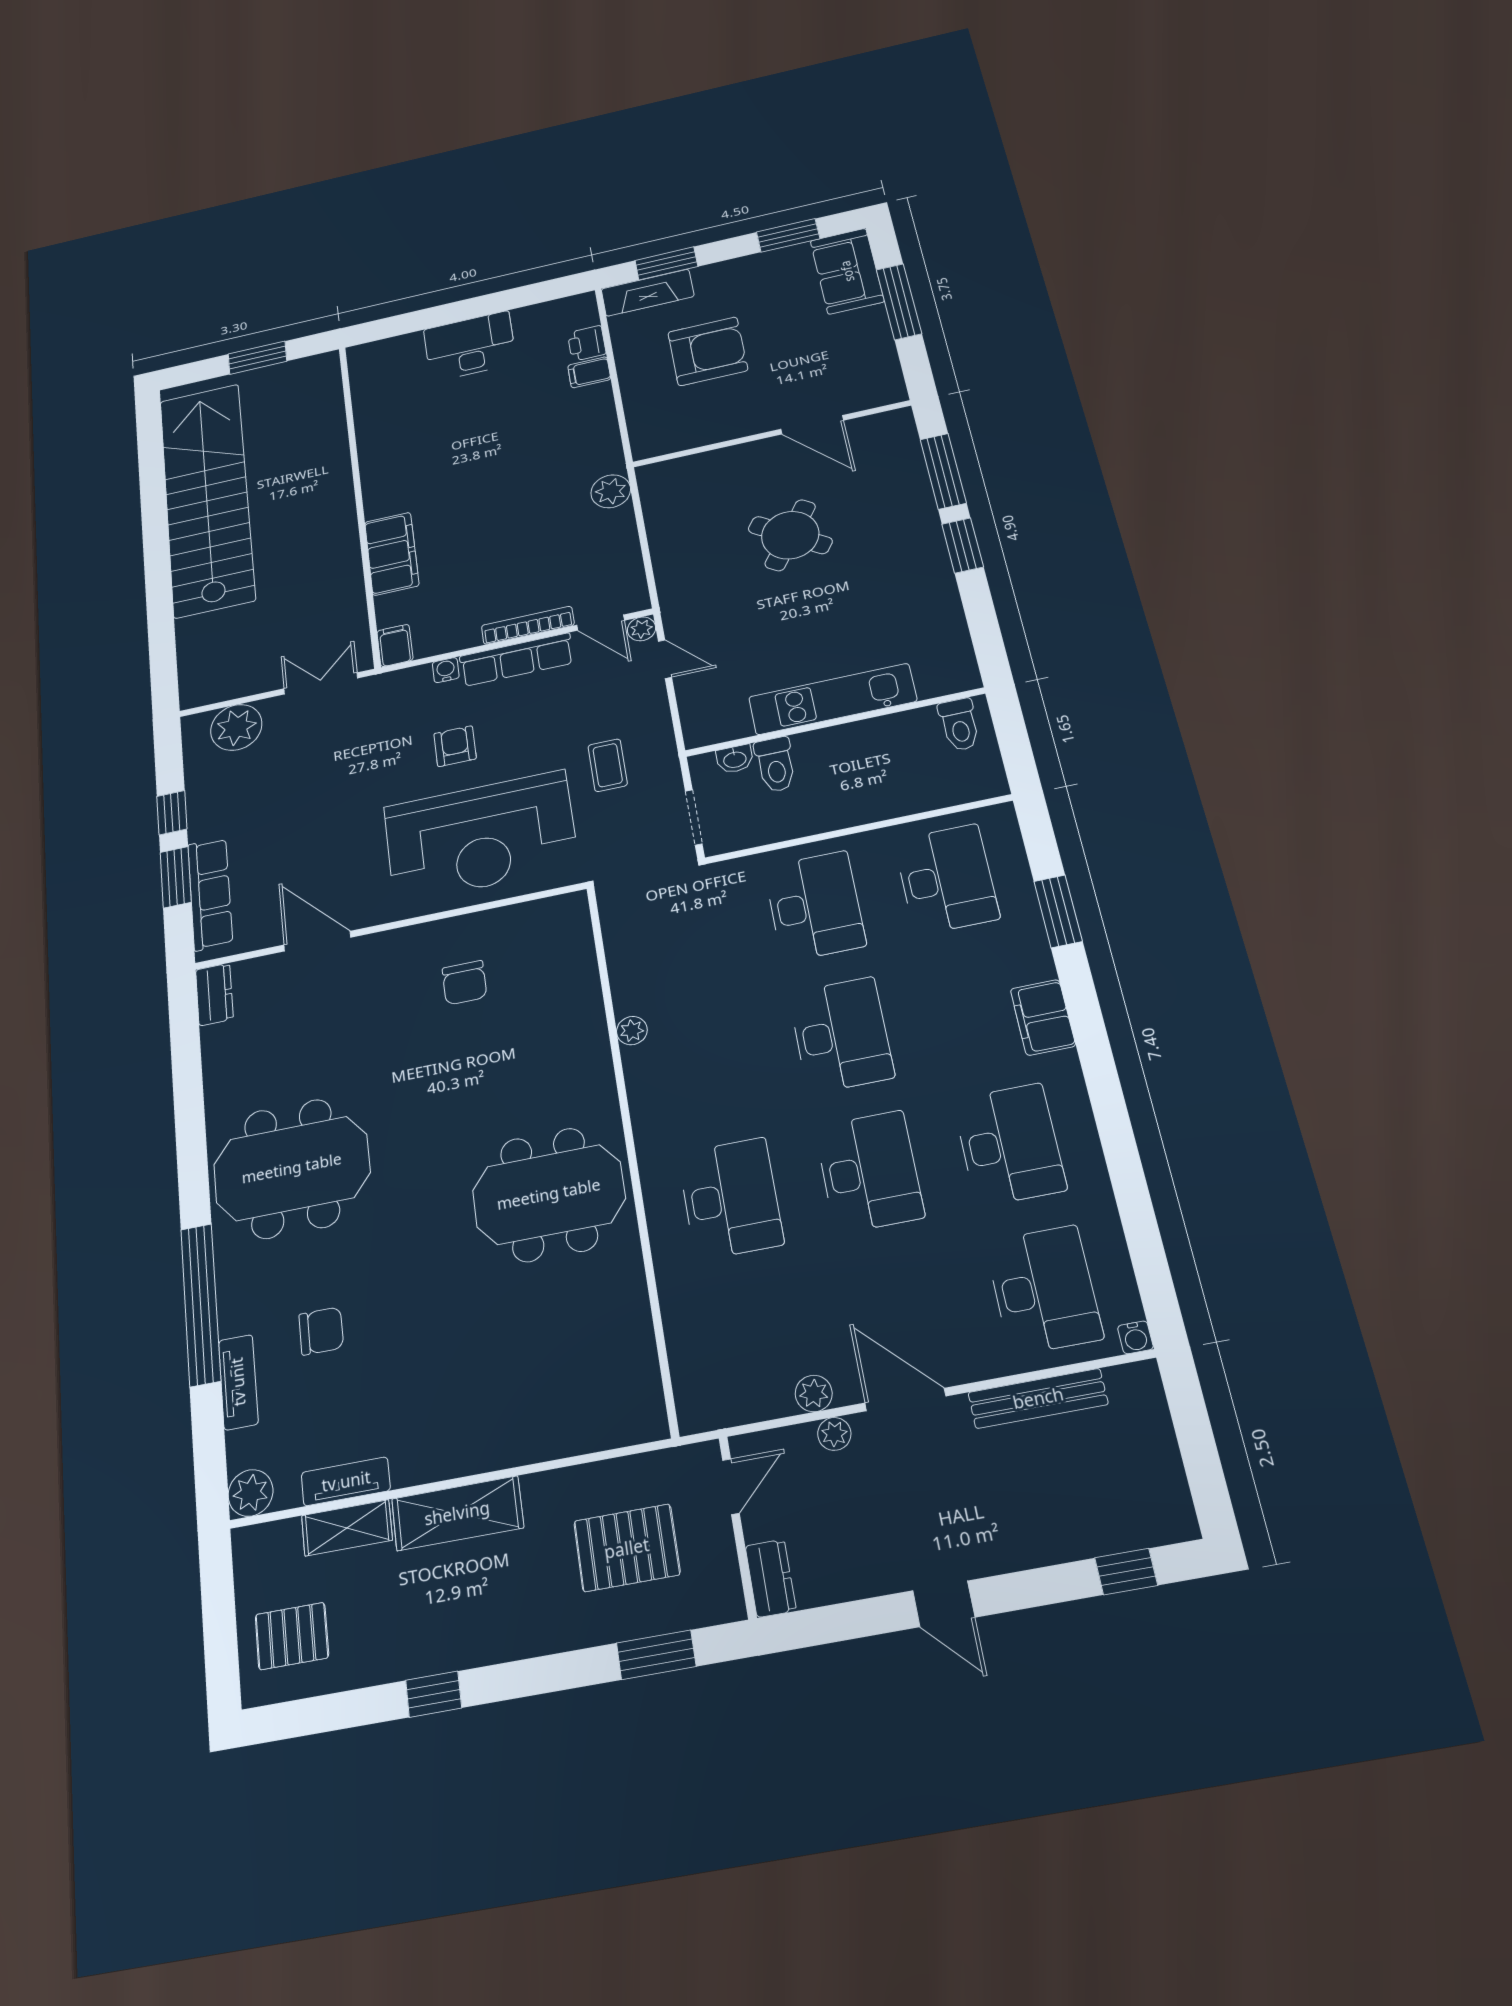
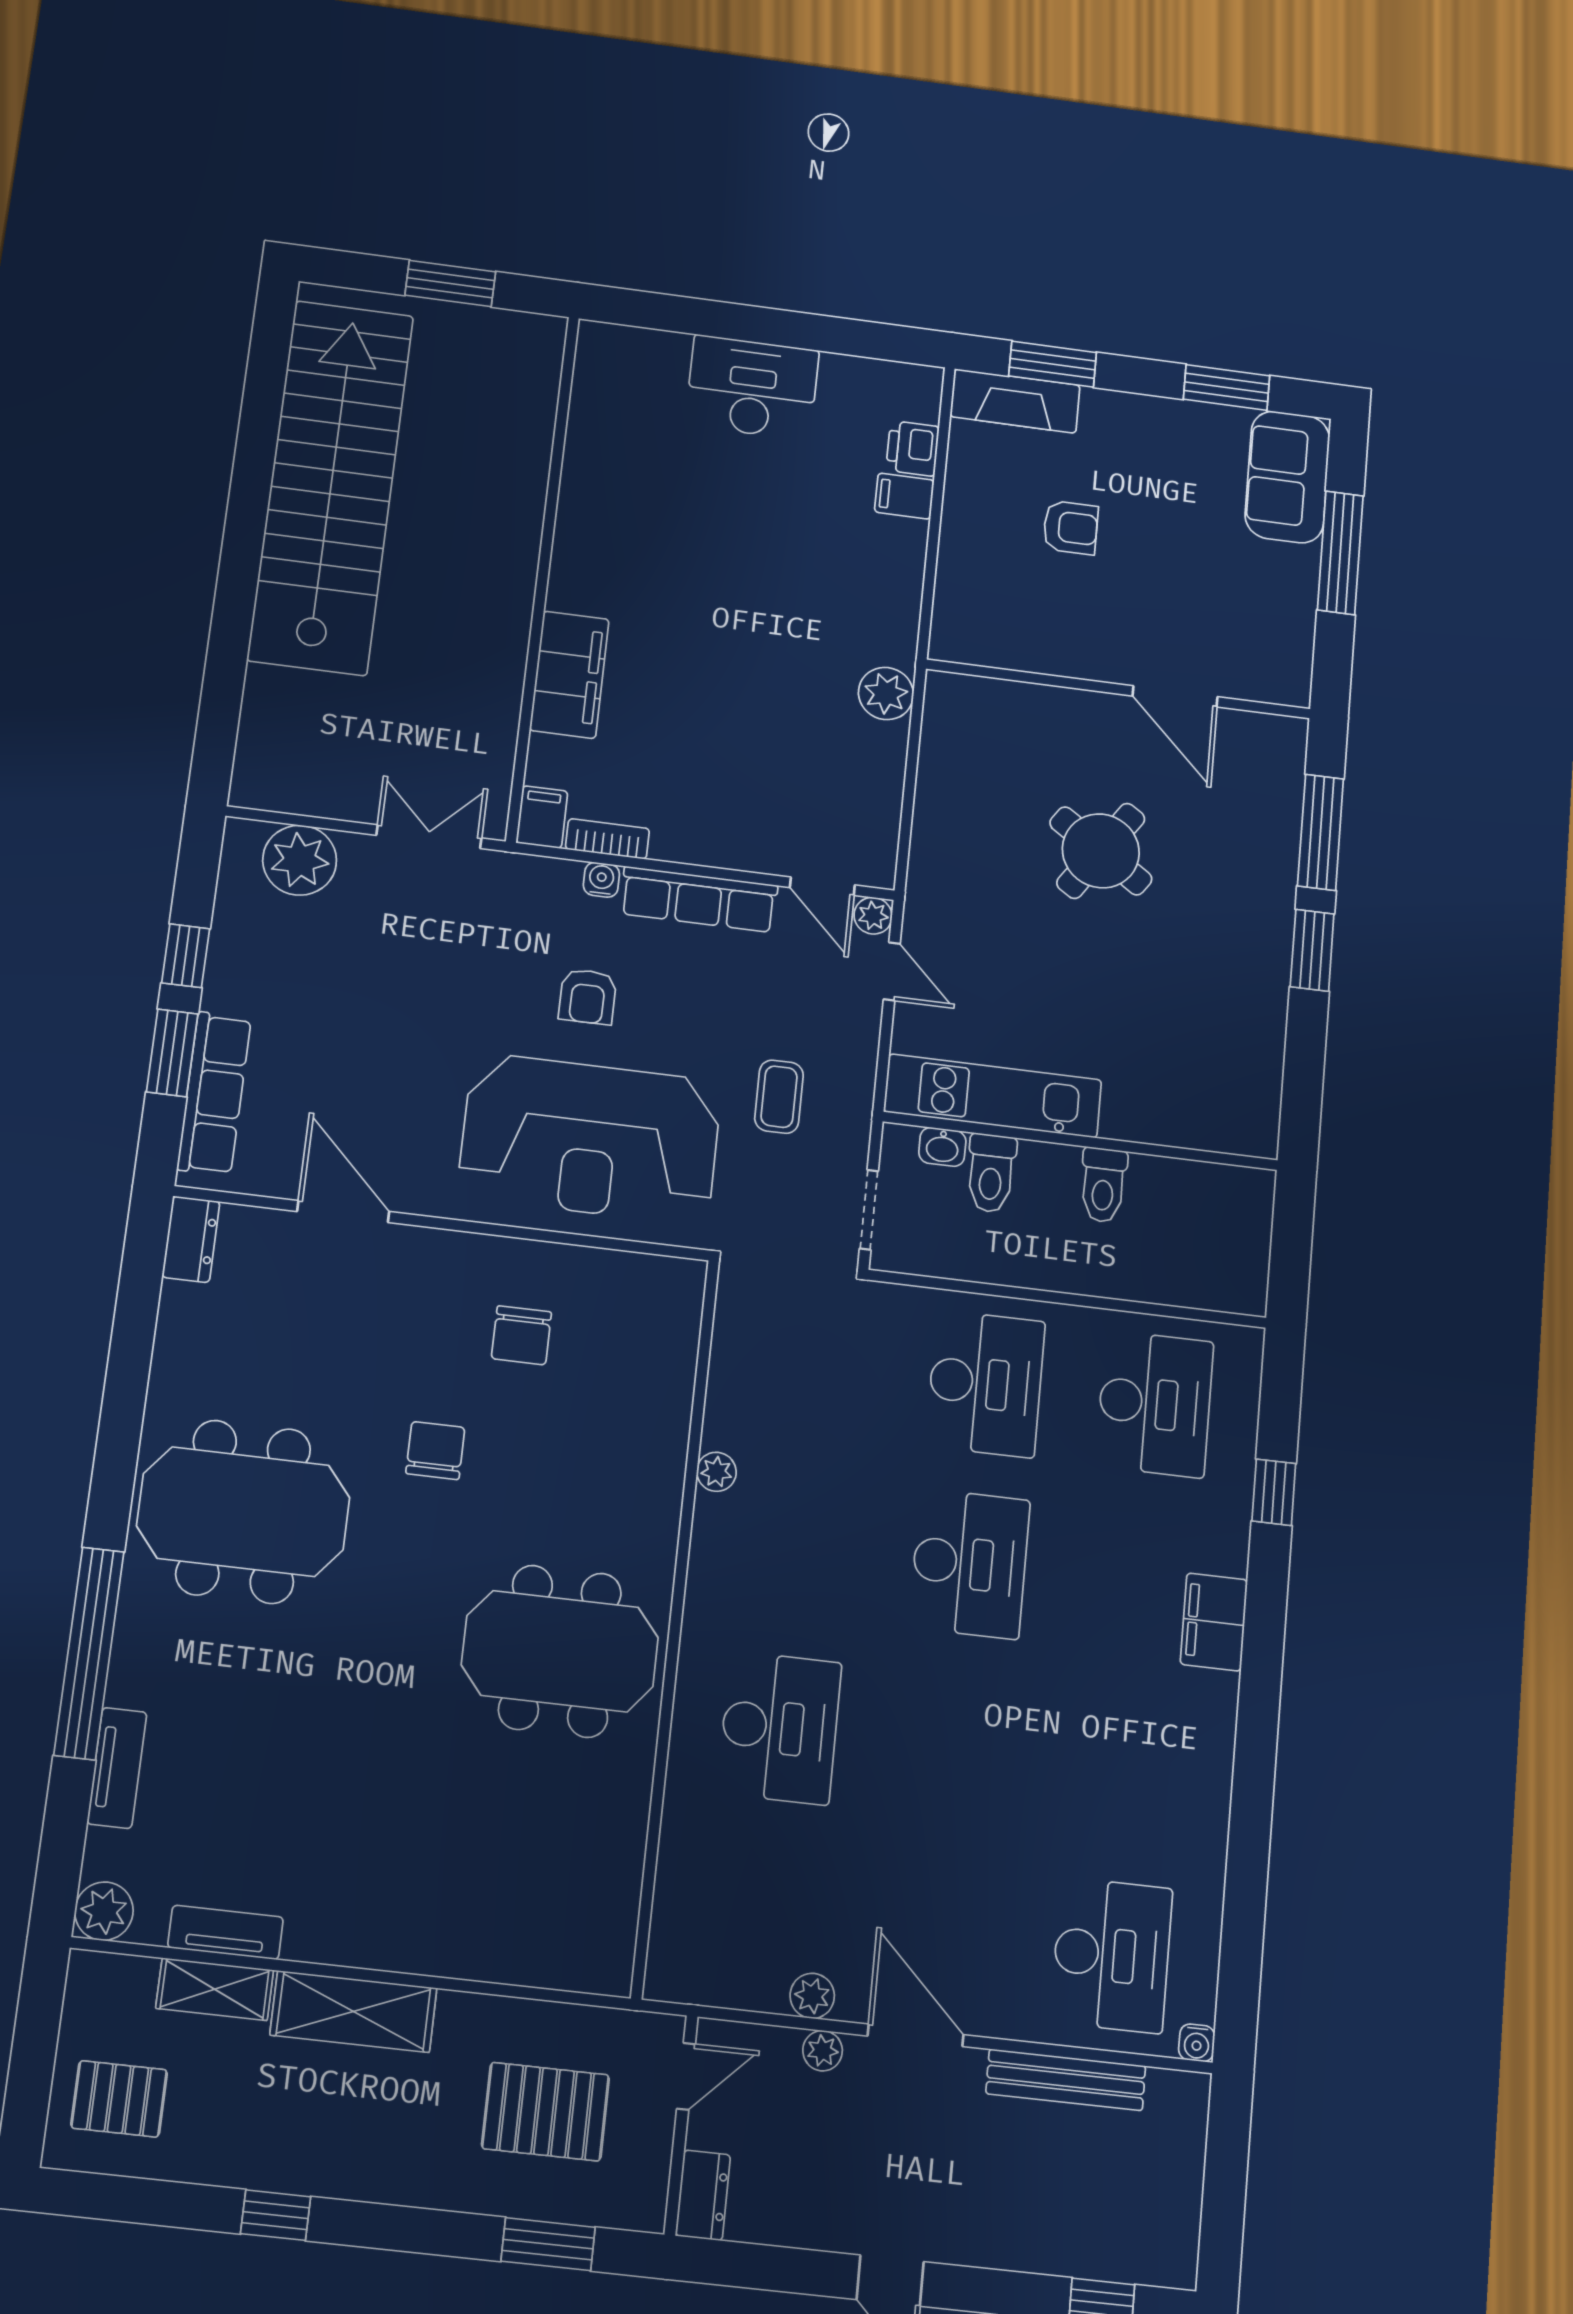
armchair: (708, 351) -> (1071, 528), width x0.53, depth x0.53
bookcase: (528, 625) -> (607, 839), moved, width x0.64
kitchen unit: (833, 699) -> (993, 1096), moved
toilet: (959, 725) -> (1103, 1185), moved
armchair: (455, 746) -> (588, 997), turned 180
window: (1058, 911) -> (1274, 1492), width x0.67
desk: (1009, 1145) -> (1126, 1767), removed
desk: (869, 1172) -> (953, 1748), removed
chair: (321, 1331) -> (435, 1451), moved, turned -90

